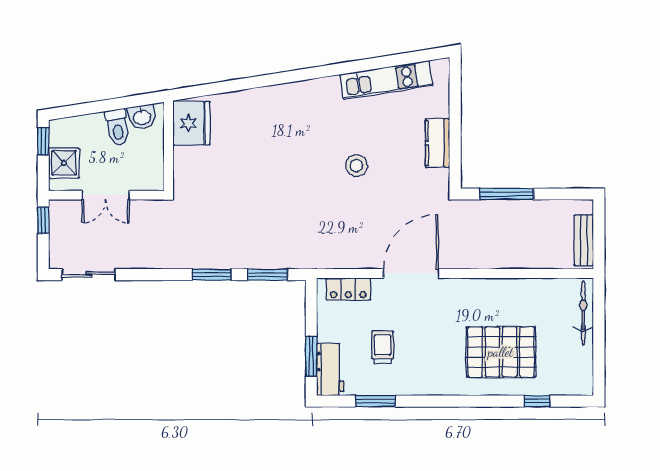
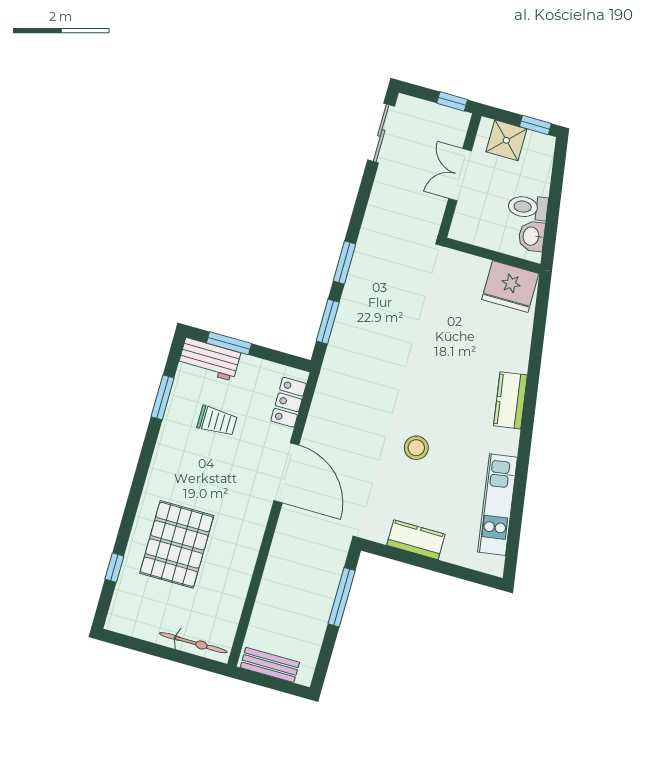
kitchen counter: (291, 95) -> (510, 400), added

